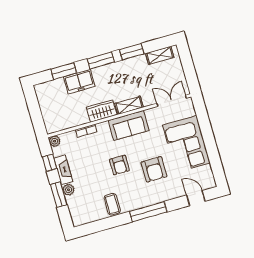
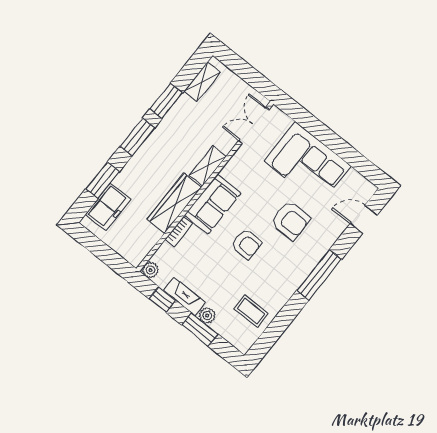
freezer: (79, 82) -> (108, 207), moved
wardrobe: (102, 111) -> (174, 203), width x1.50
sofa: (129, 125) -> (213, 204), moved
coffee table: (112, 204) -> (251, 311), moved

